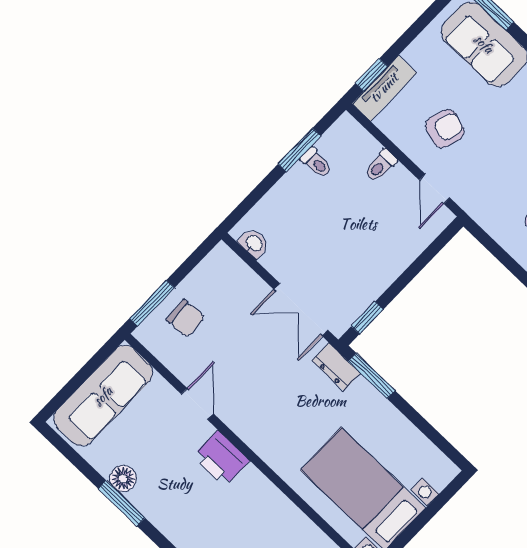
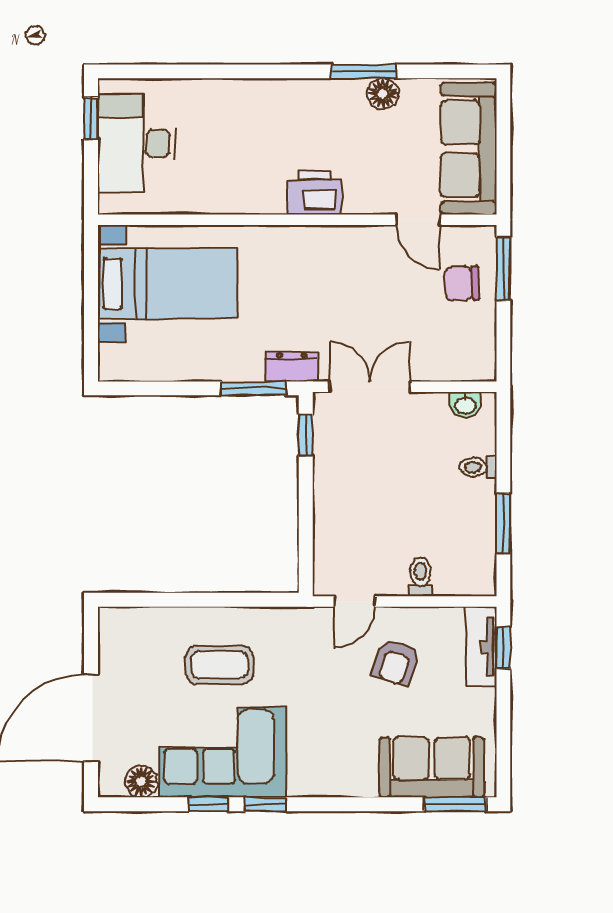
toilet: (316, 163) -> (478, 467), moved
door: (434, 189) -> (355, 601), swing flipped
door: (197, 404) -> (418, 220), moved

